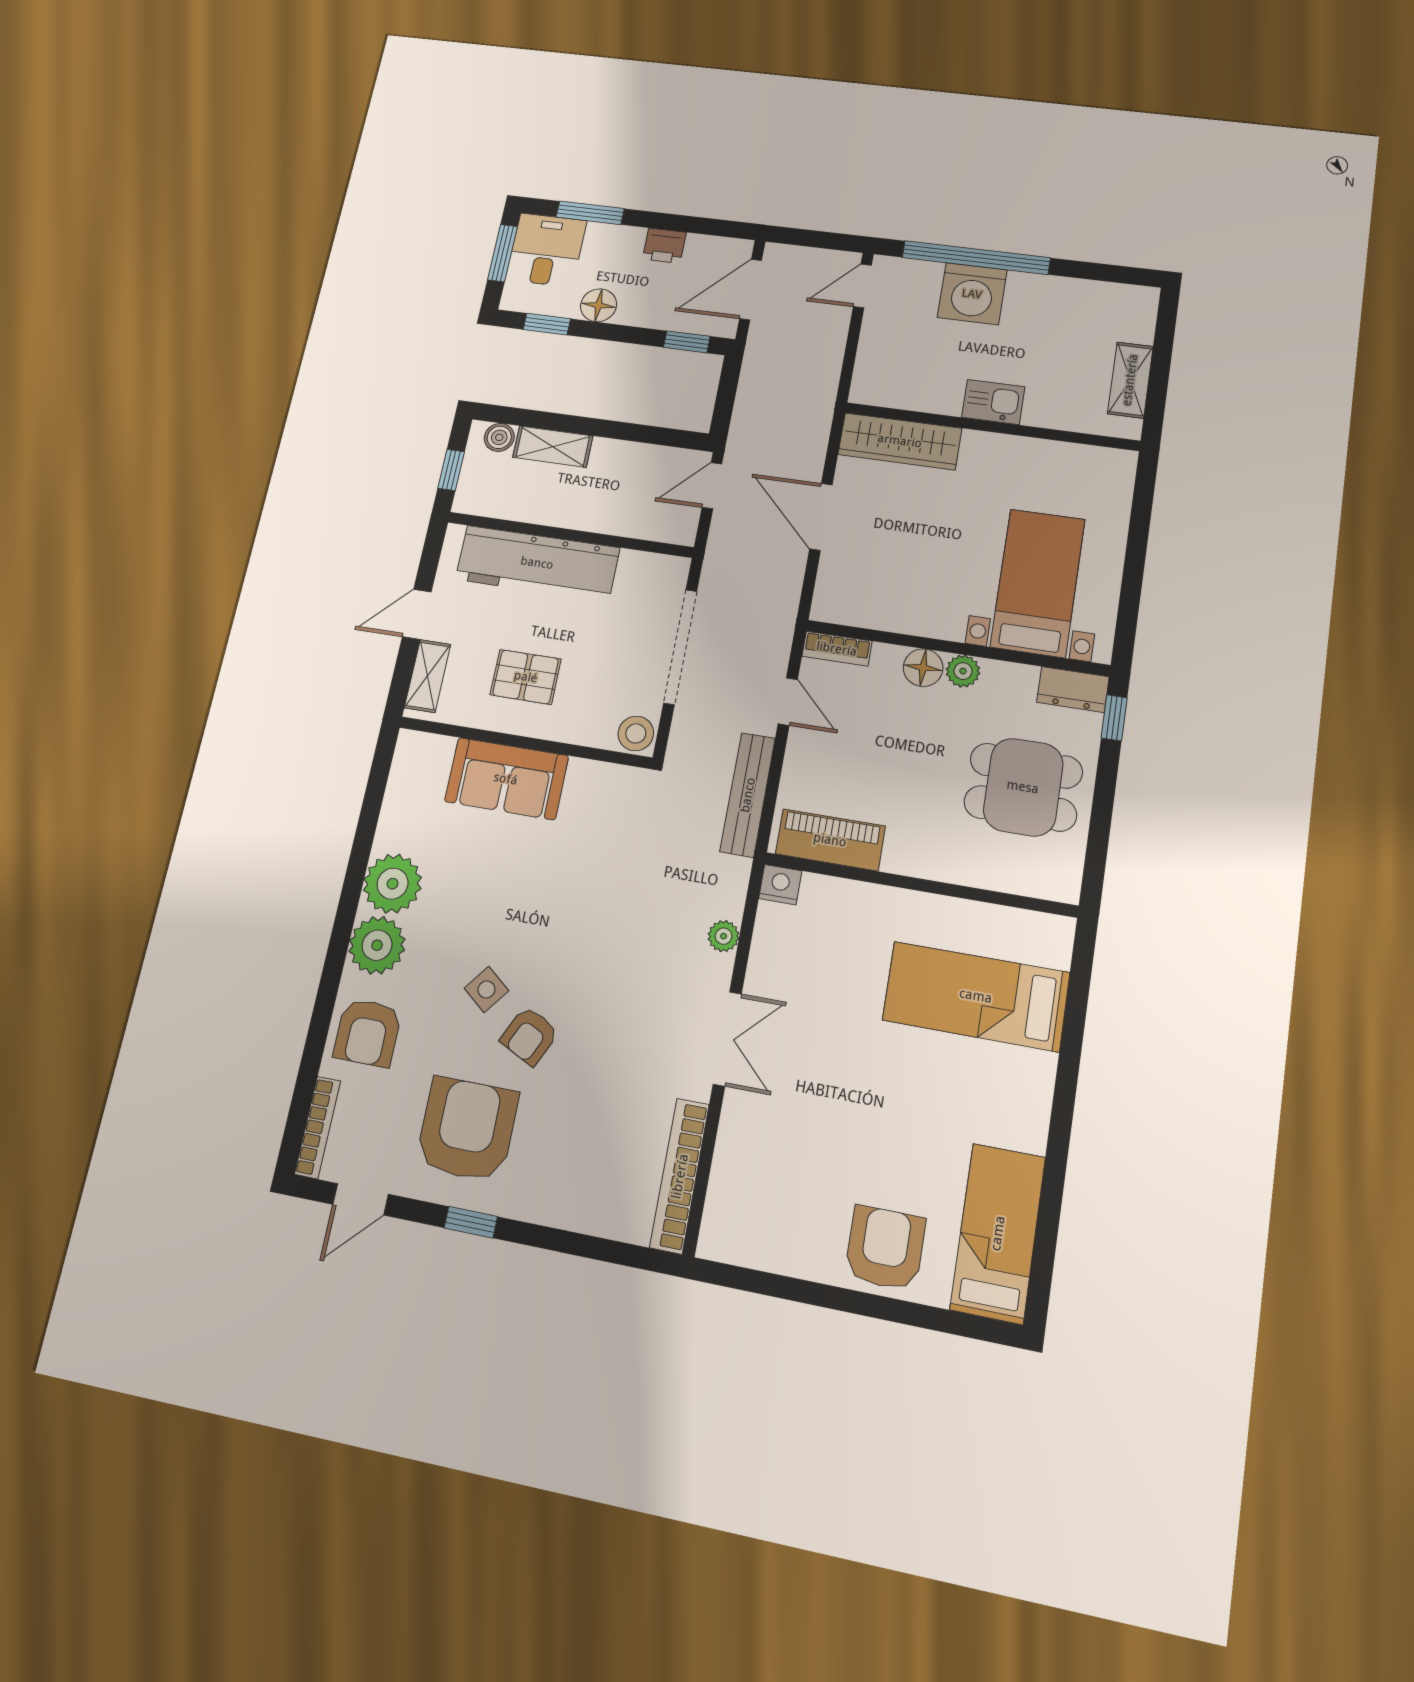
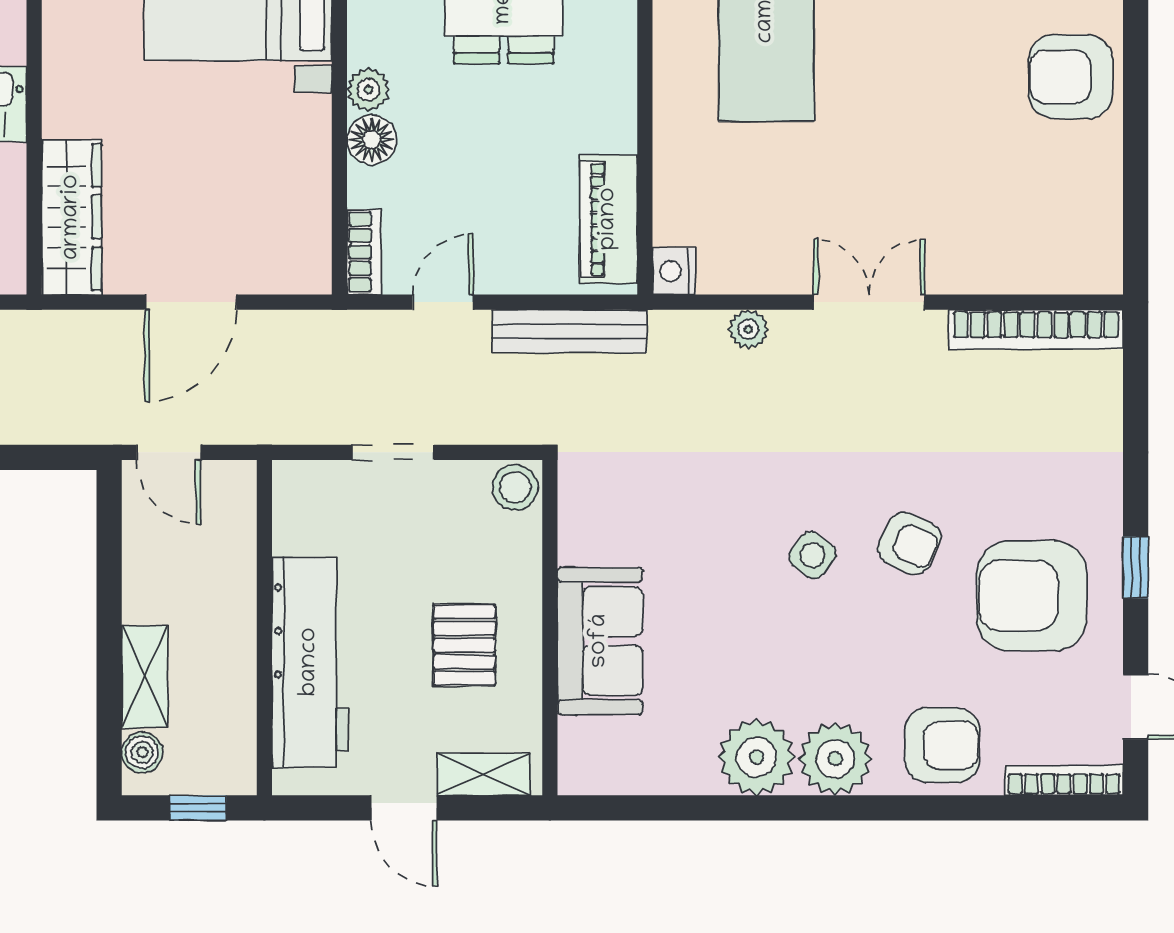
doorway: (680, 647) -> (393, 452), width x0.53
side table: (486, 989) -> (812, 555), moved

